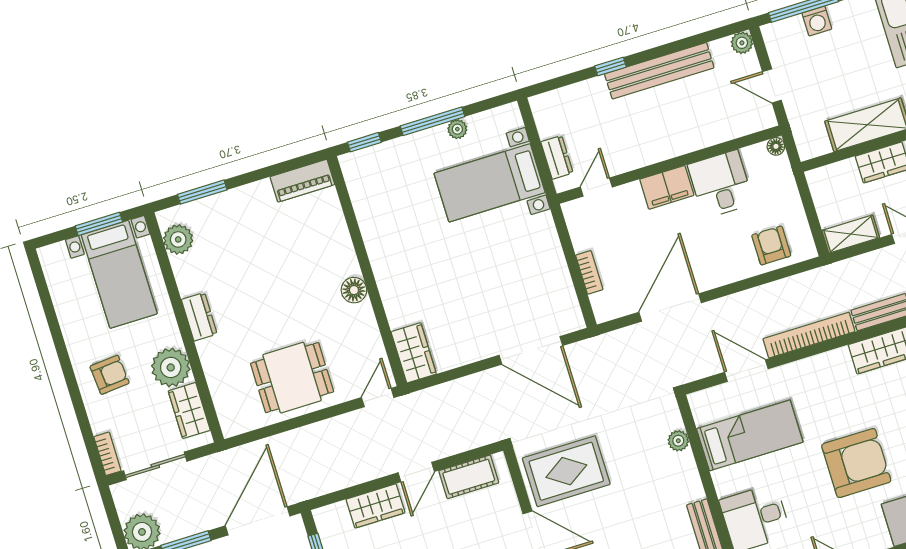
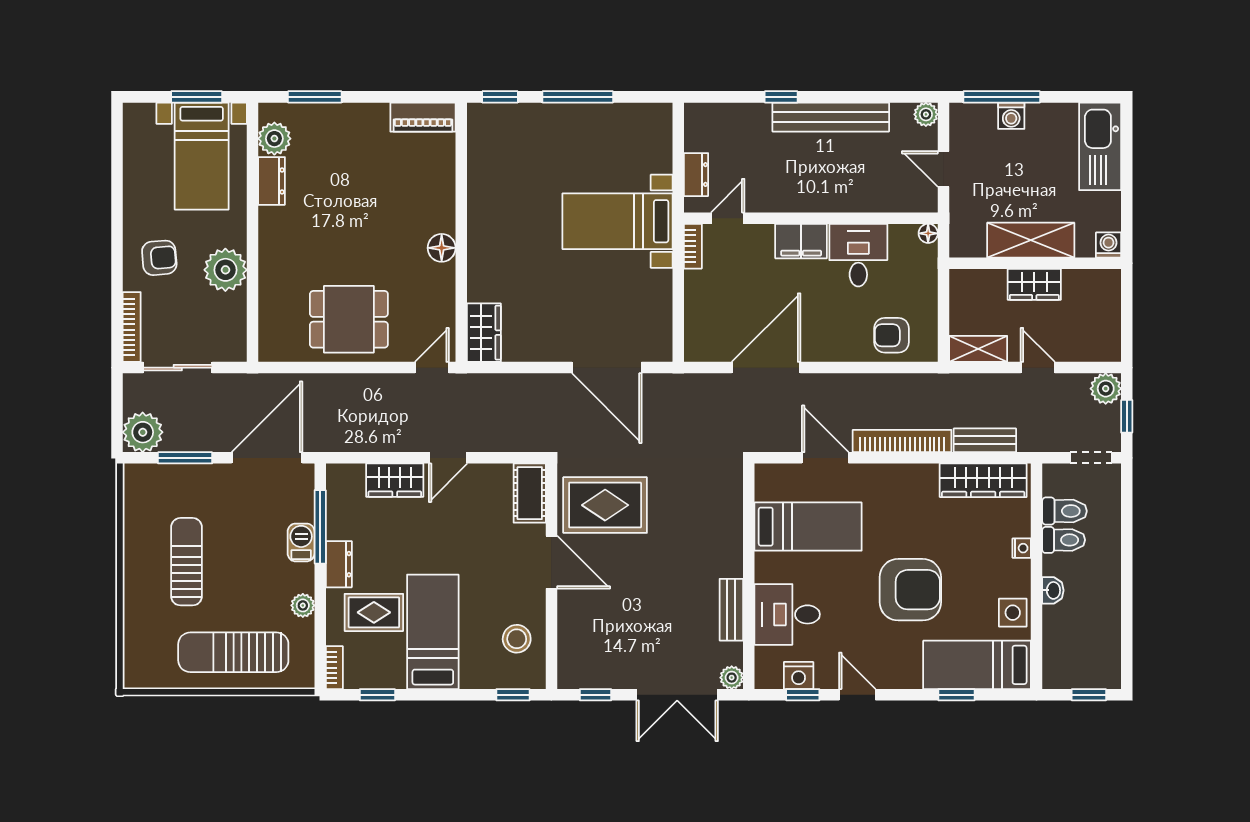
plant: (457, 129) -> (601, 113), removed
bed with nightstands: (490, 183) -> (618, 221), moved
armchair: (771, 245) -> (892, 335), turned -90
bookcase: (589, 272) -> (693, 246), moved
dresser: (199, 317) -> (272, 181), moved
wardrobe: (189, 411) -> (231, 321), removed
plant: (678, 441) -> (732, 509), removed
bookcase: (107, 454) -> (132, 327), width x1.56
cot: (469, 477) -> (530, 493), moved, turned 90

